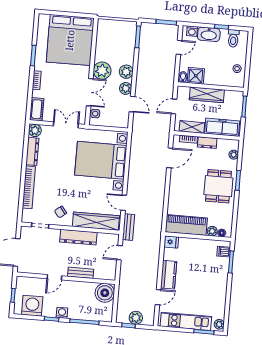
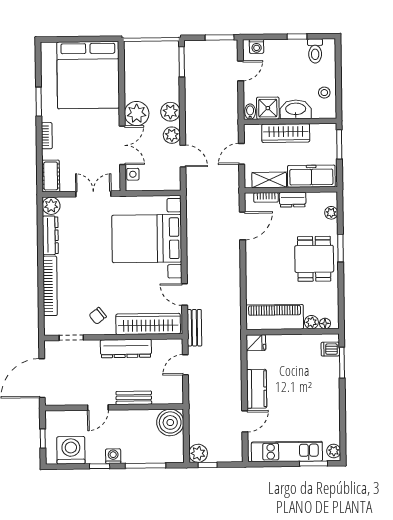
washbasin: (209, 34) -> (296, 109), moved, turned 180
plant: (136, 318) -> (198, 453), moved

